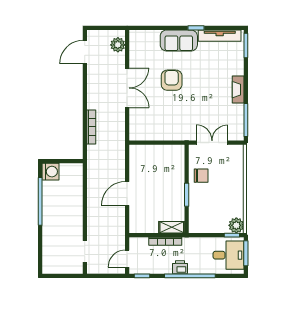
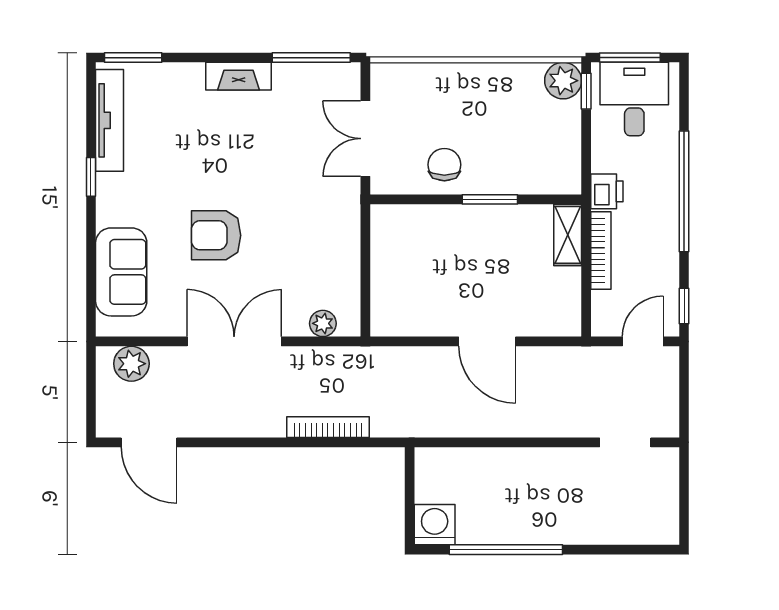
sofa: (179, 40) -> (121, 272), moved
plant: (135, 125) -> (323, 323), added
door: (127, 259) -> (643, 341), swing flipped
printer: (180, 267) -> (607, 191), moved, turned 180

